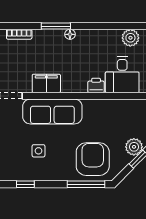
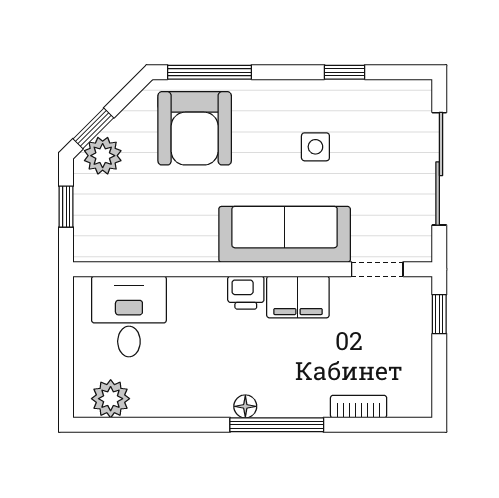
window: (56, 26) -> (277, 425), width x1.44
printer: (96, 85) -> (246, 293), moved

